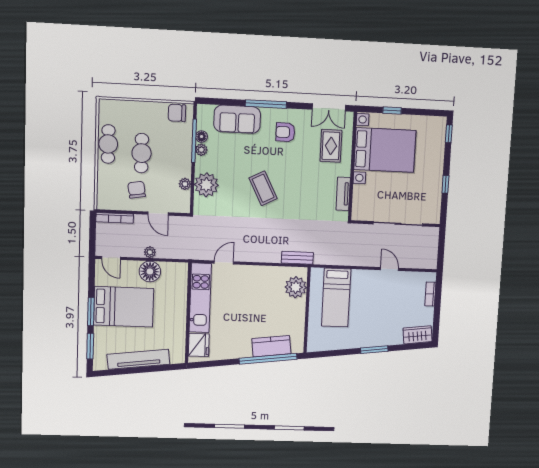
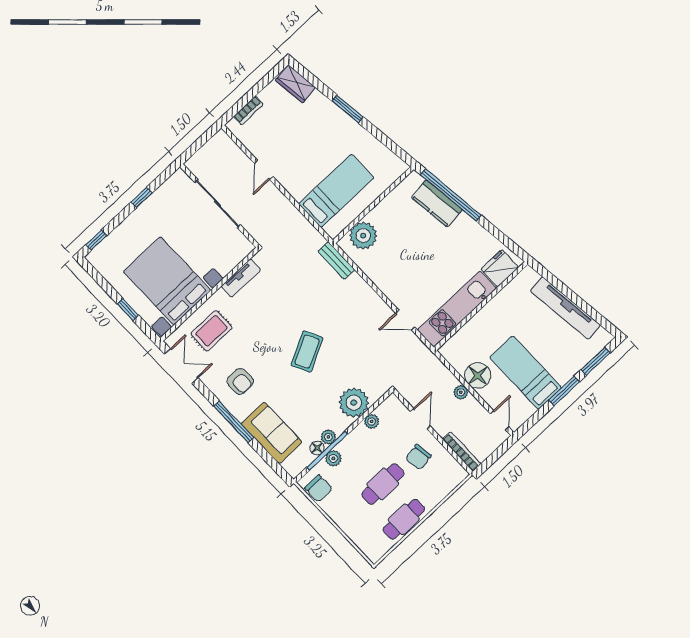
plant: (186, 140) -> (333, 458), added
bed: (124, 307) -> (526, 373), width x0.67

